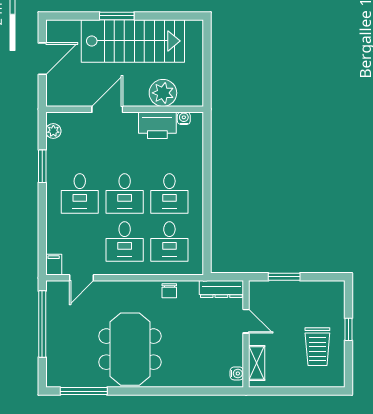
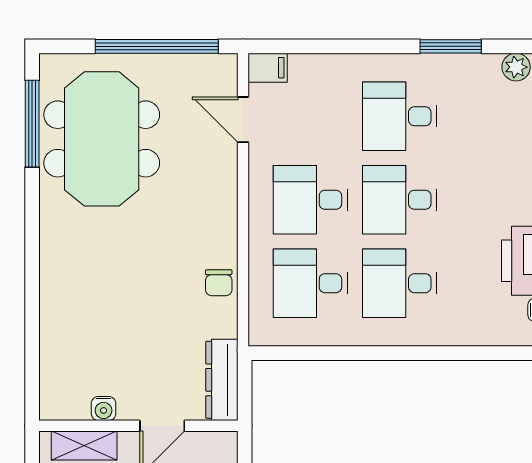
chair: (169, 291) -> (219, 283), turned -90
meeting table: (130, 349) -> (102, 139), moved, turned 90
water cooler: (237, 373) -> (104, 408), moved

